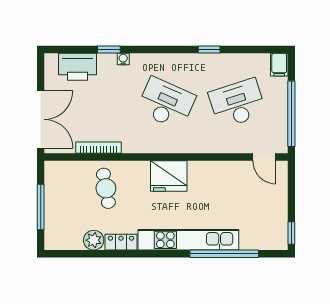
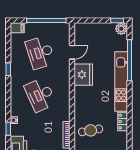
desk: (166, 103) -> (40, 95), turned -48
door: (264, 157) -> (72, 52), moved
fridge: (169, 176) -> (83, 75), moved
plant: (94, 240) -> (121, 29), moved

